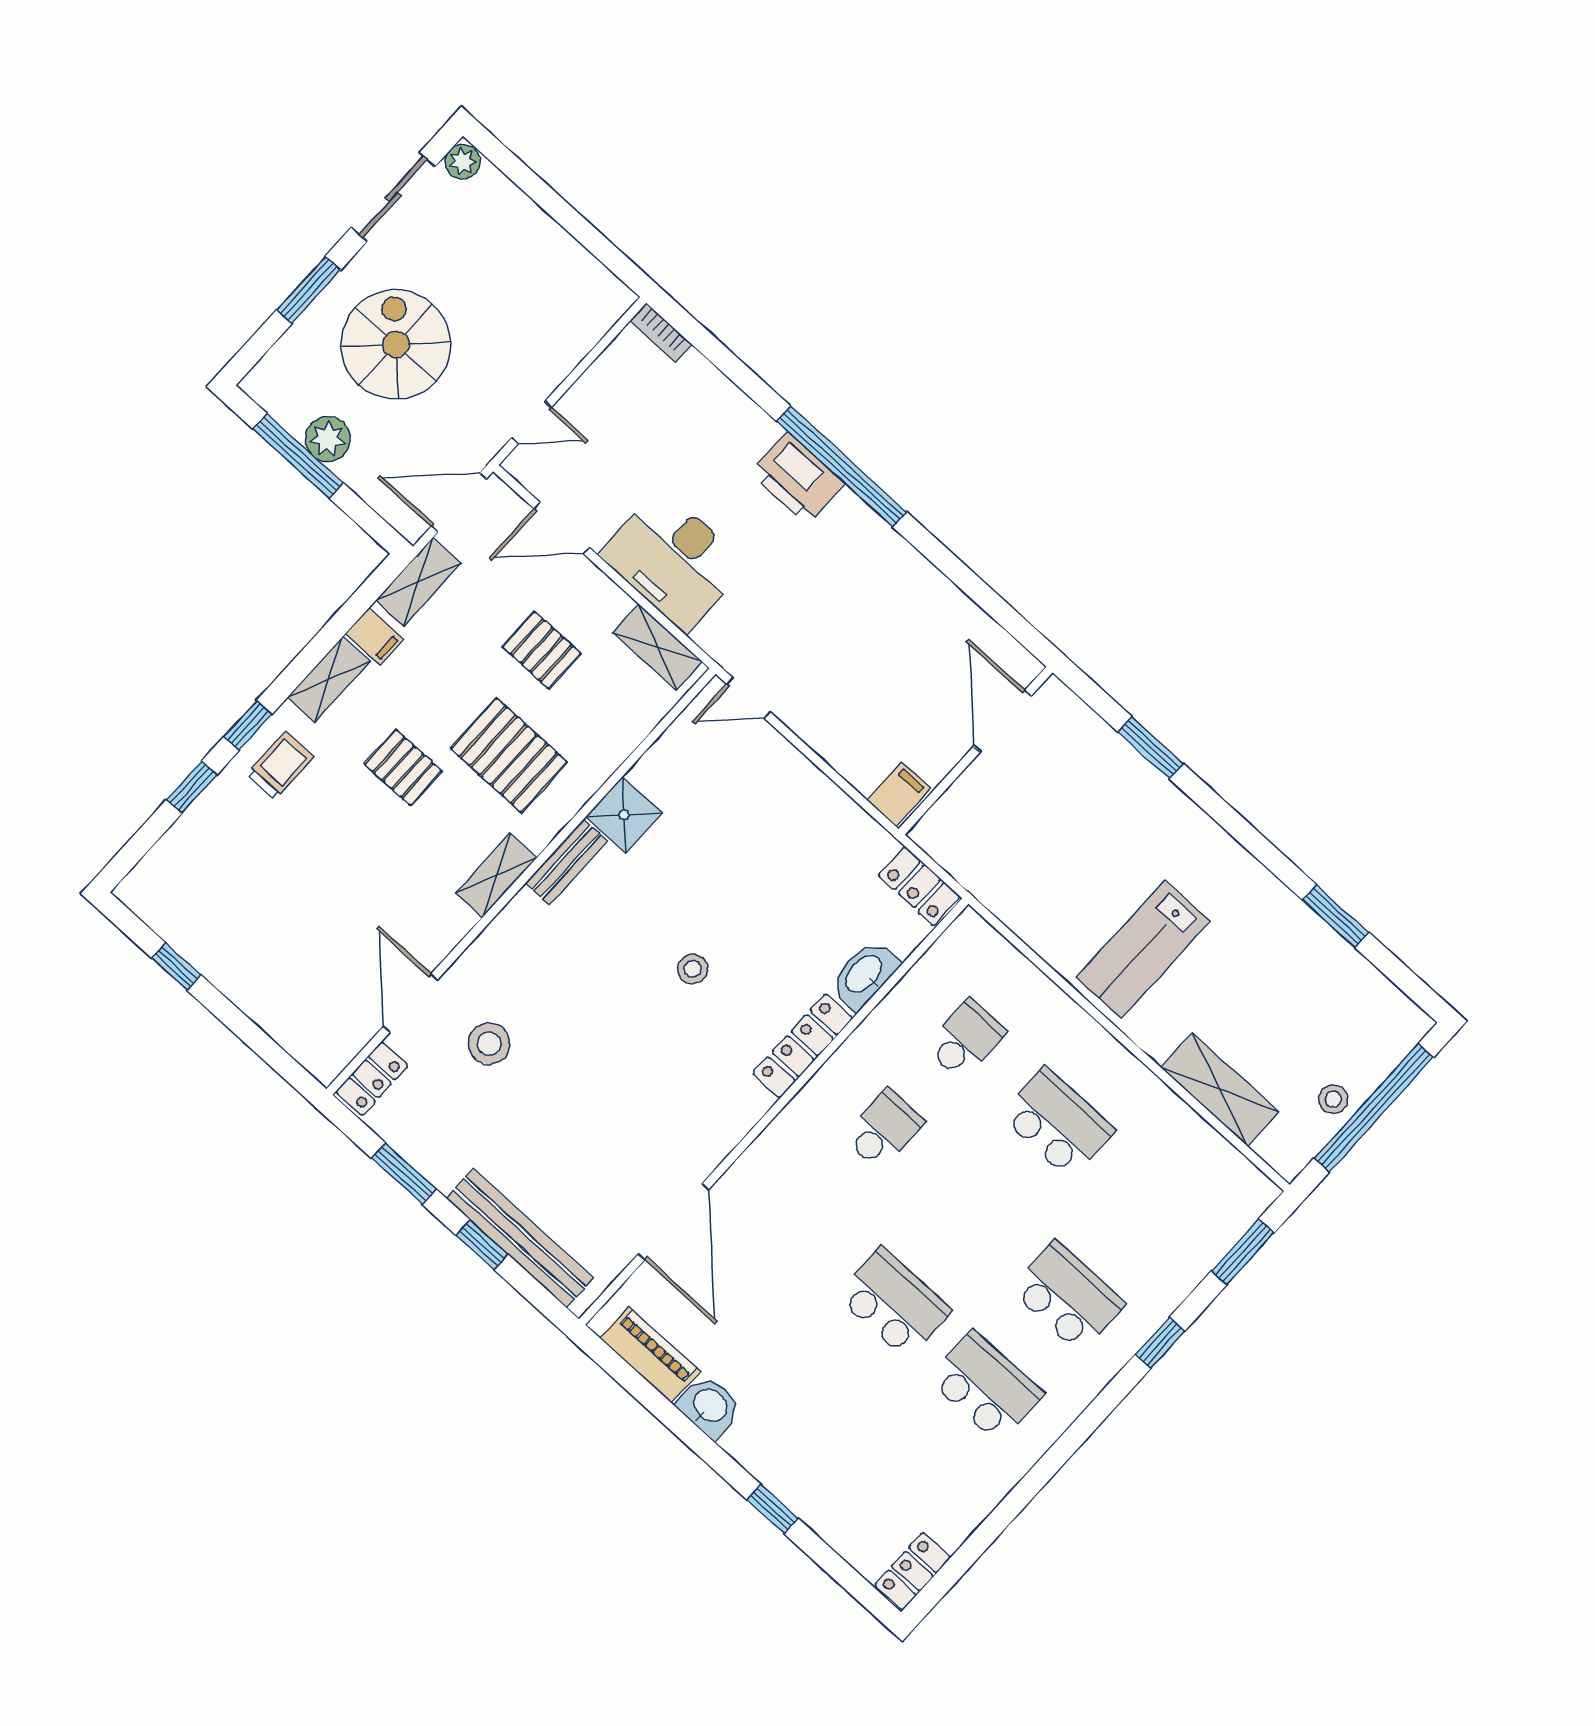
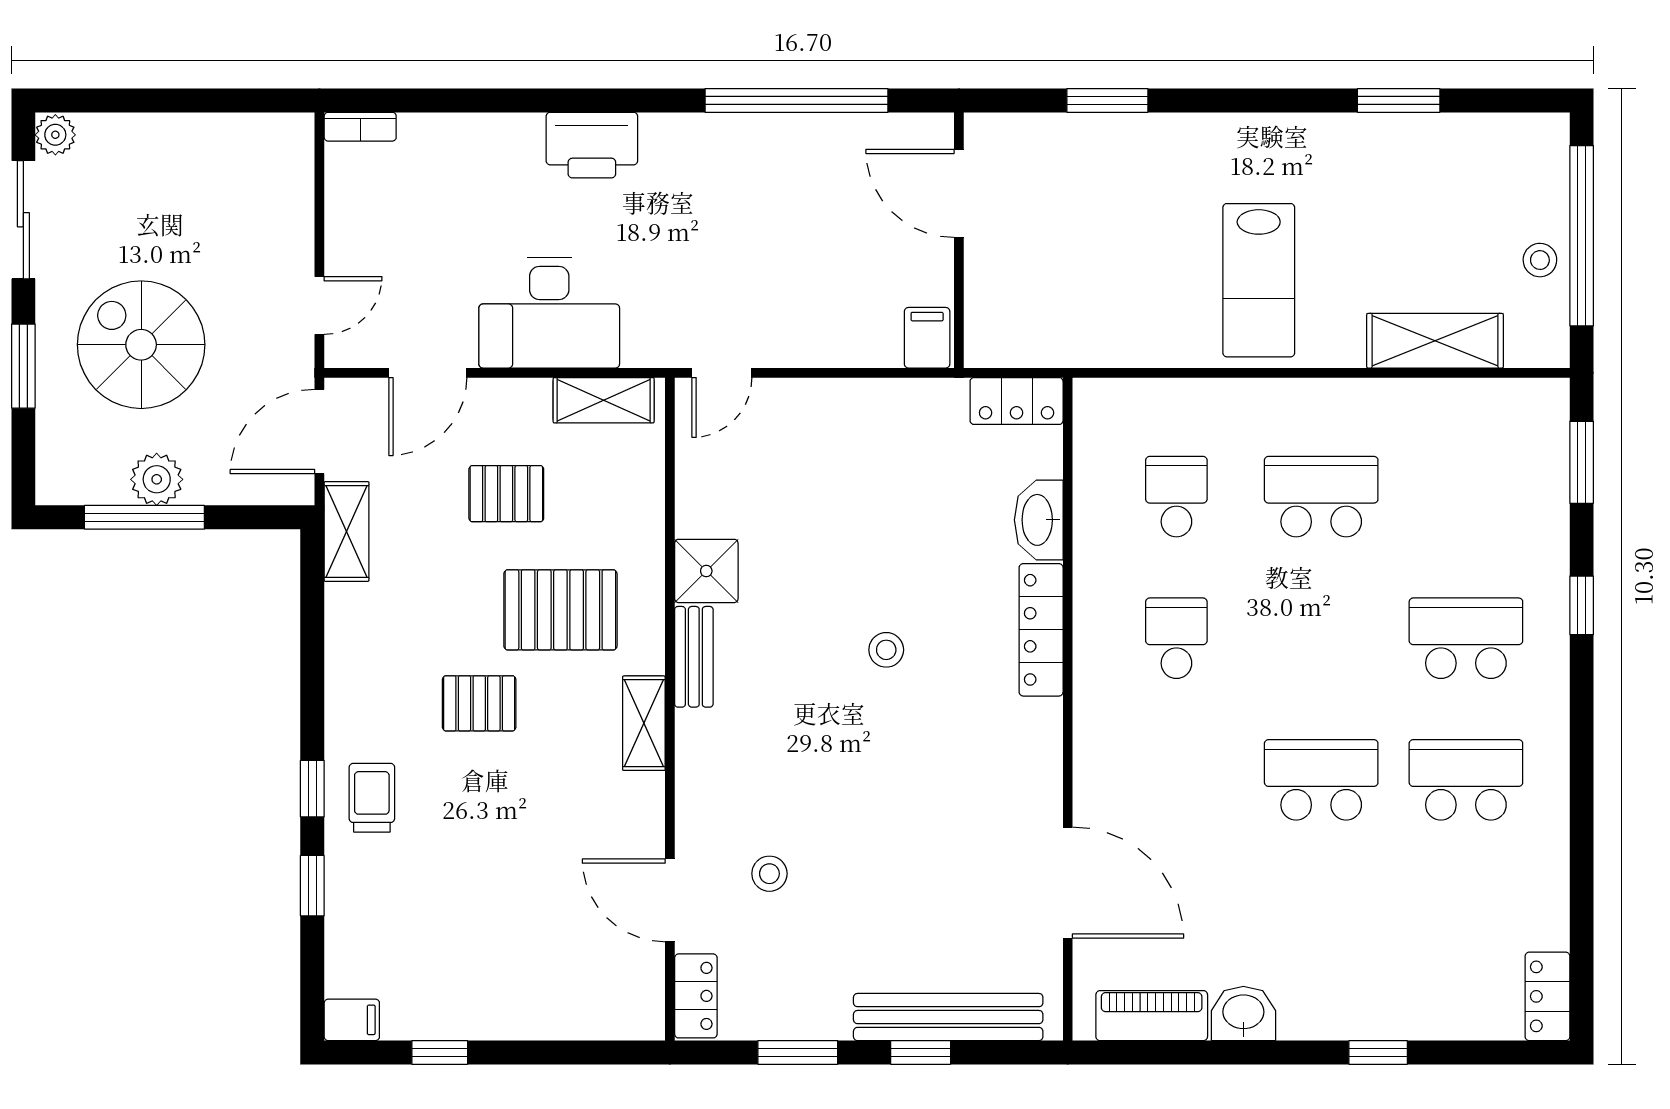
window: (842, 466) -> (796, 100), moved
filing cabinet: (375, 637) -> (352, 1020), moved
shelving: (329, 679) -> (346, 686), removed
stool: (489, 1044) -> (769, 874), width x0.73, depth x0.73

